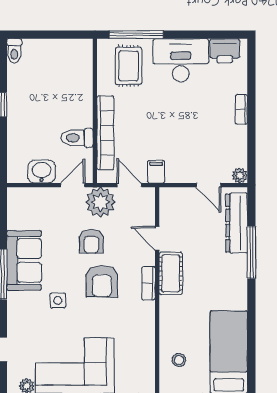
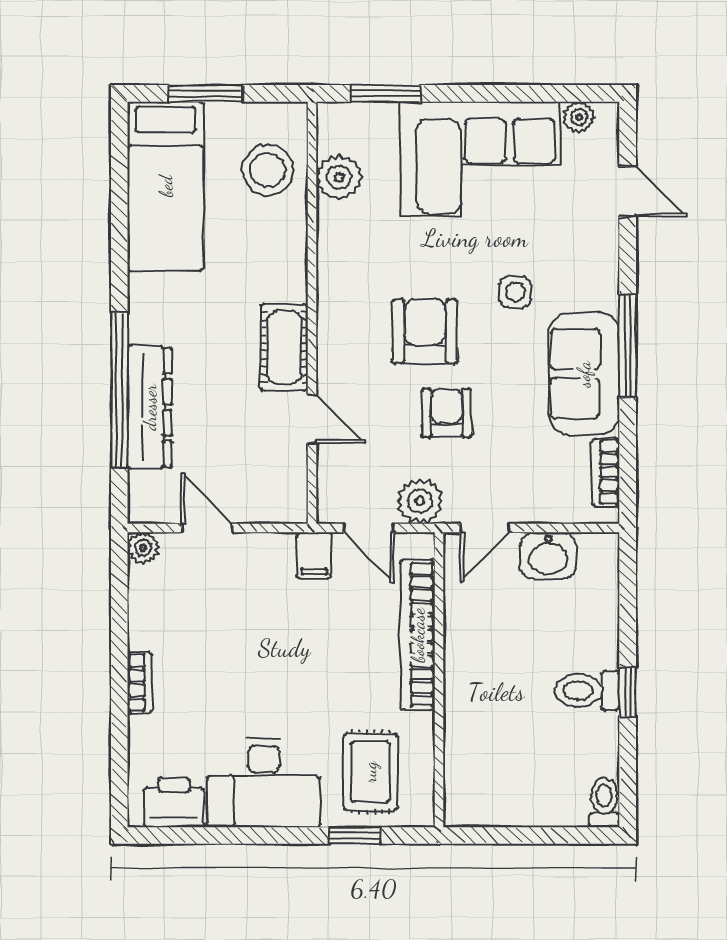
window: (136, 35) -> (355, 835), width x0.46
toilet: (77, 138) -> (587, 690), moved, turned 180
plant: (100, 202) -> (420, 501), width x0.73, depth x0.73
dresser: (237, 223) -> (150, 407), moved
window: (251, 252) -> (119, 390), width x1.46
bookcase: (148, 283) -> (606, 472), moved, turned 180
plant: (144, 357) -> (339, 177), added
stool: (179, 360) -> (268, 170), width x1.89, depth x1.89

